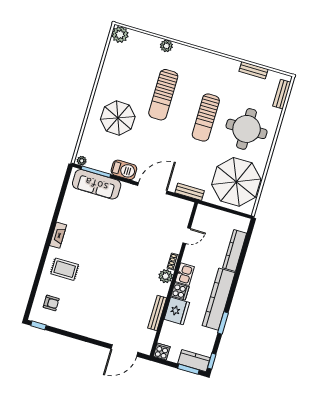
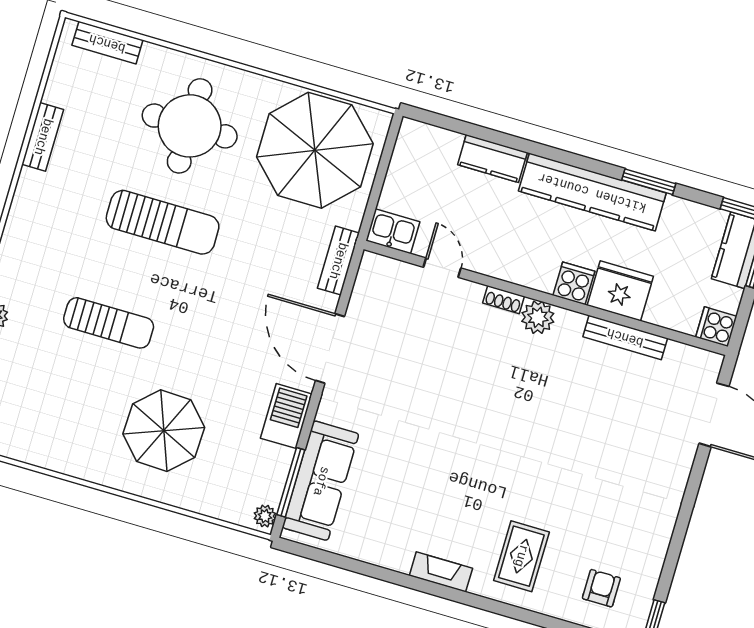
bench: (254, 70) -> (43, 137), moved
sun lounger: (163, 95) -> (109, 323), width x0.73, depth x0.75
kitchen counter: (235, 250) -> (492, 159), width x0.67
kitchen sink: (185, 274) -> (393, 231), moved

